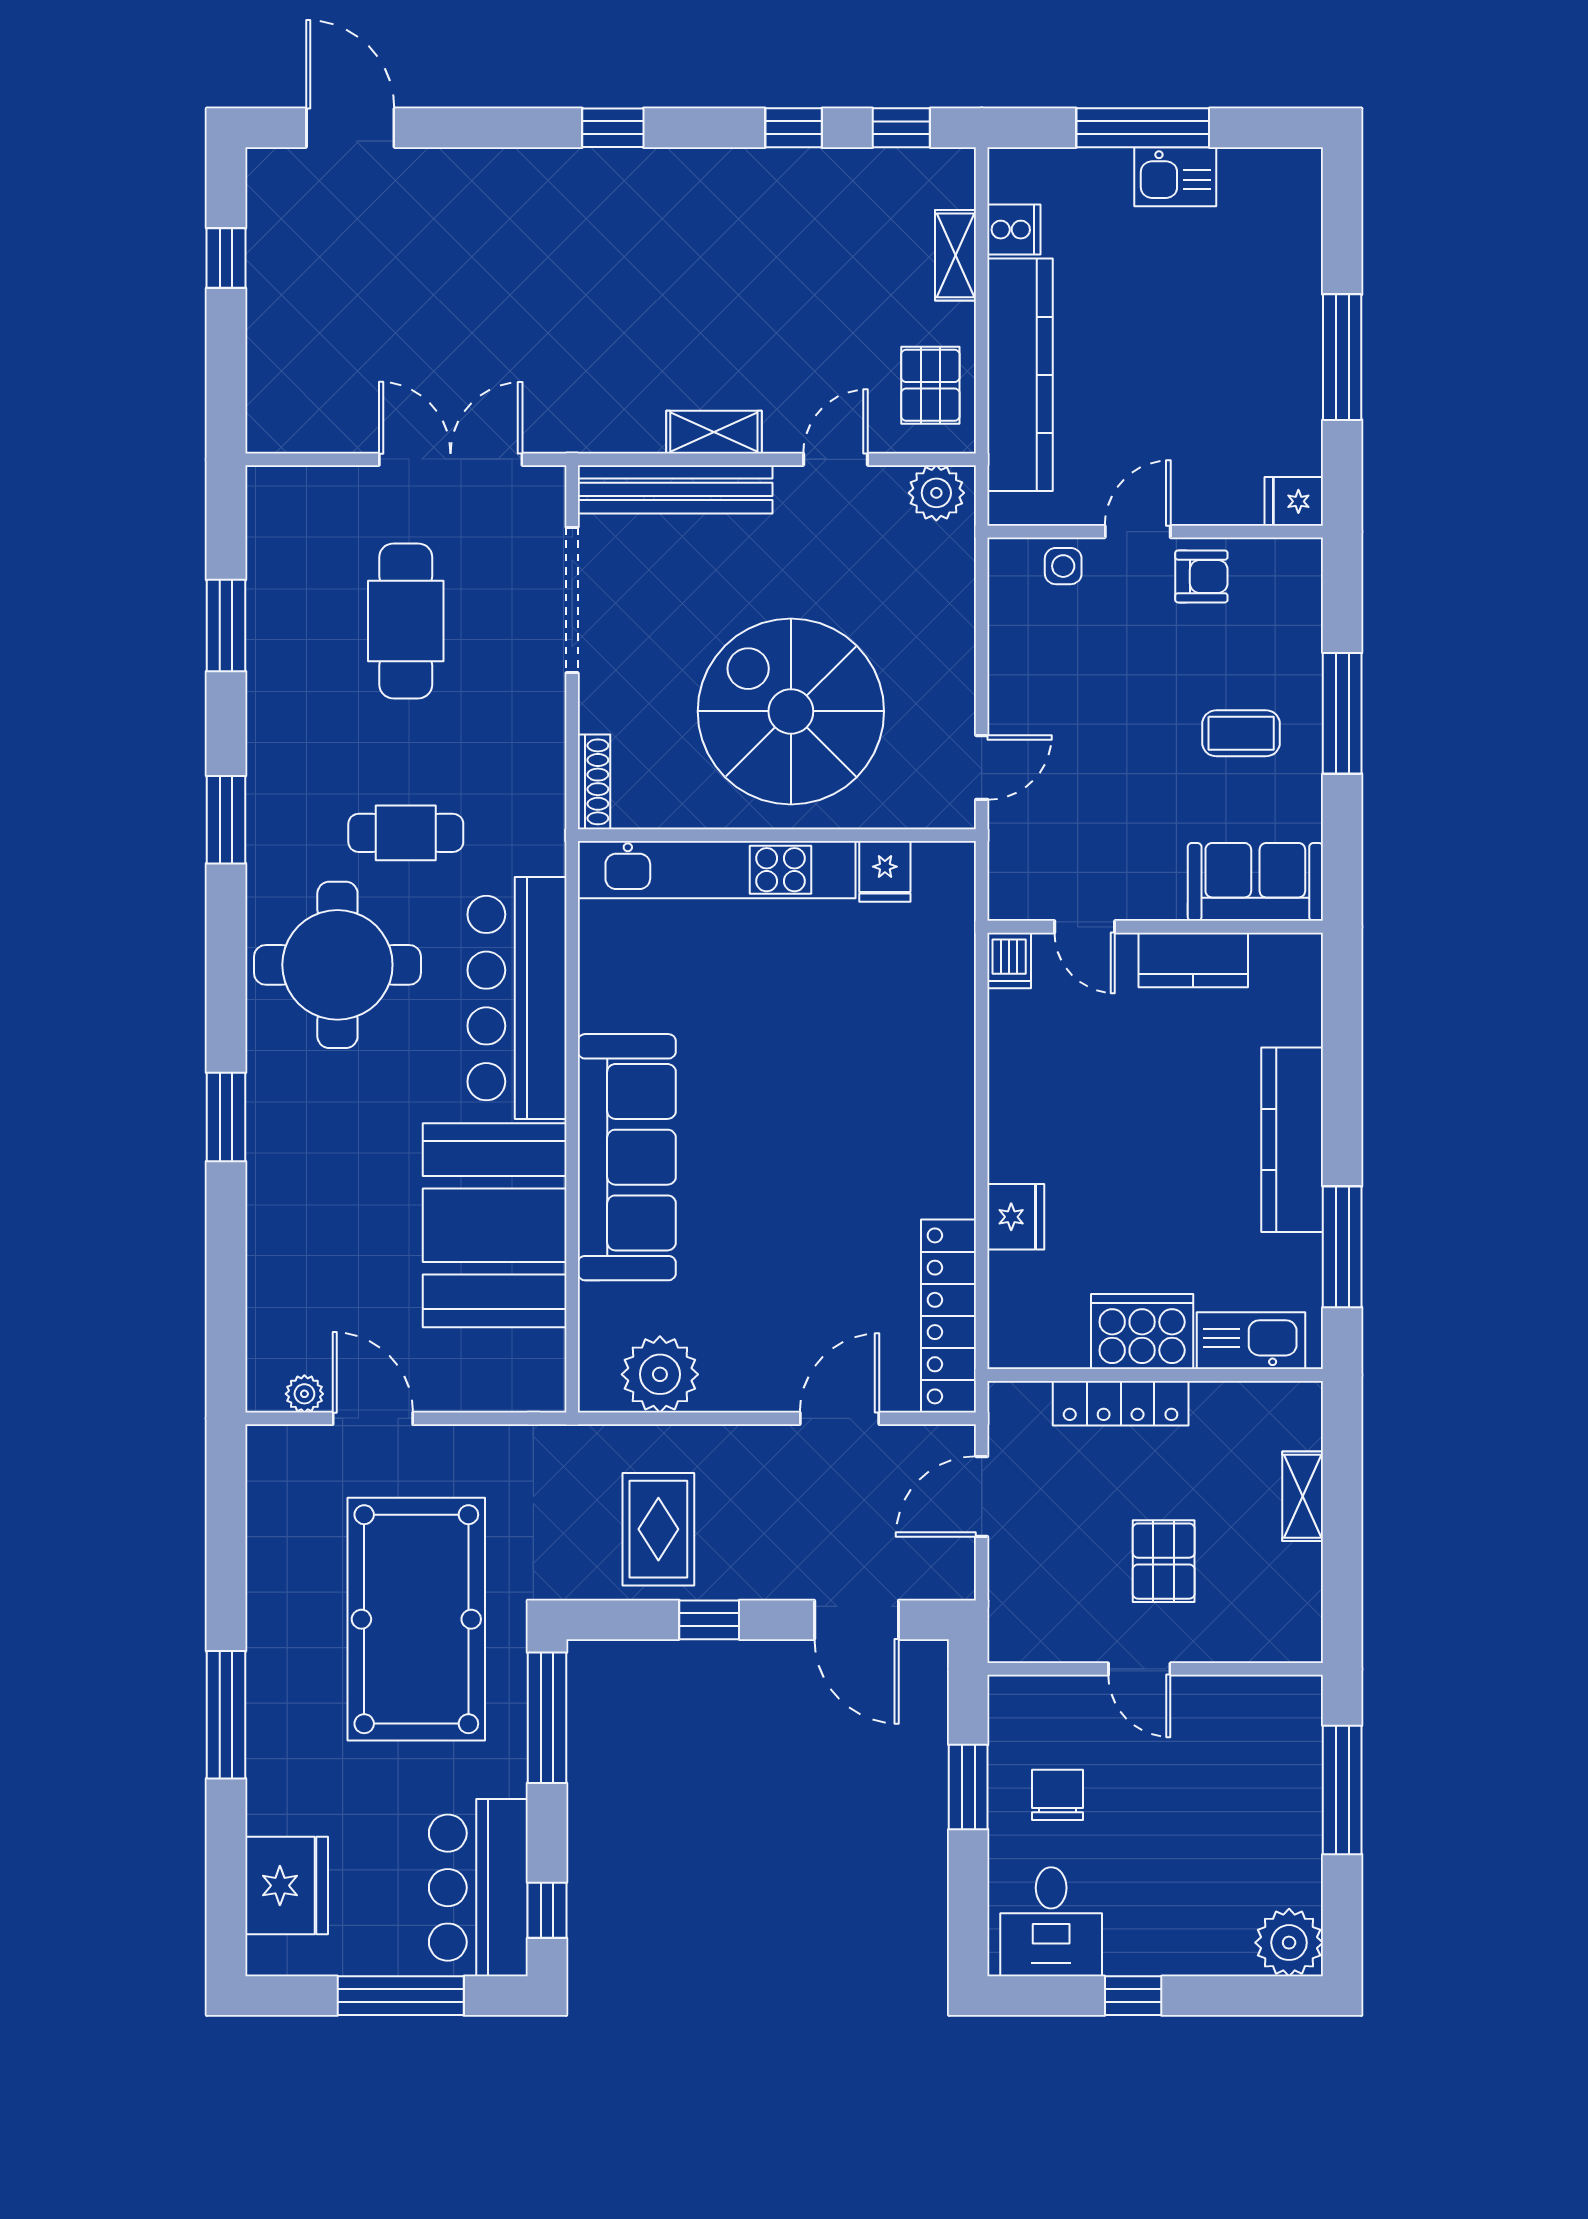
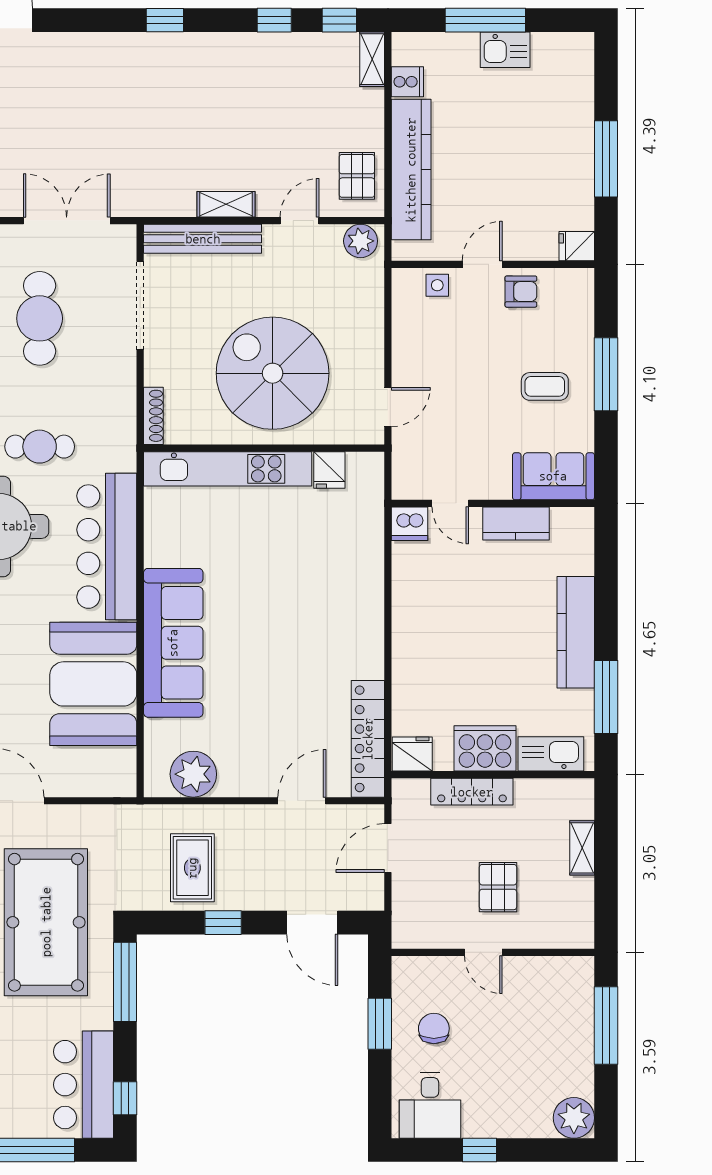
shelving: (955, 255) -> (372, 59), moved
dishwasher: (1009, 961) -> (410, 524), width x1.38
fridge: (1016, 1217) -> (412, 754), moved, turned -90

